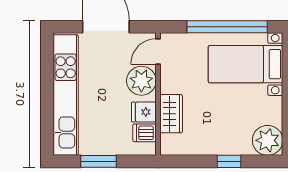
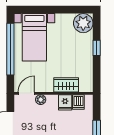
door: (158, 51) -> (26, 93), swing flipped
plant: (141, 81) -> (41, 100), width x0.53, depth x0.53

